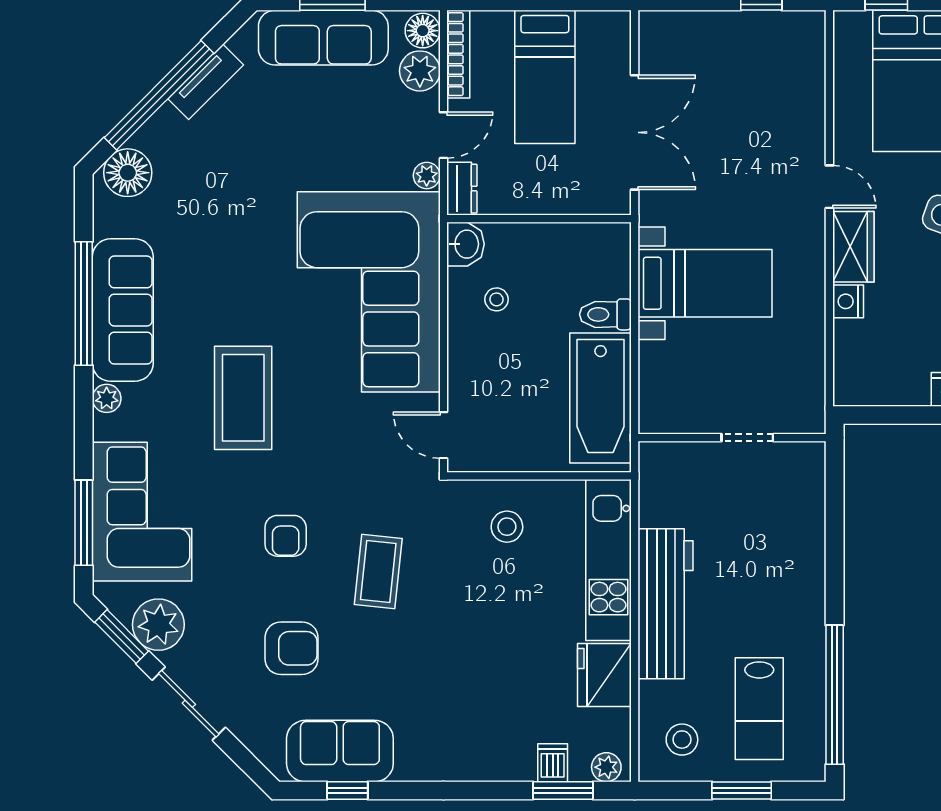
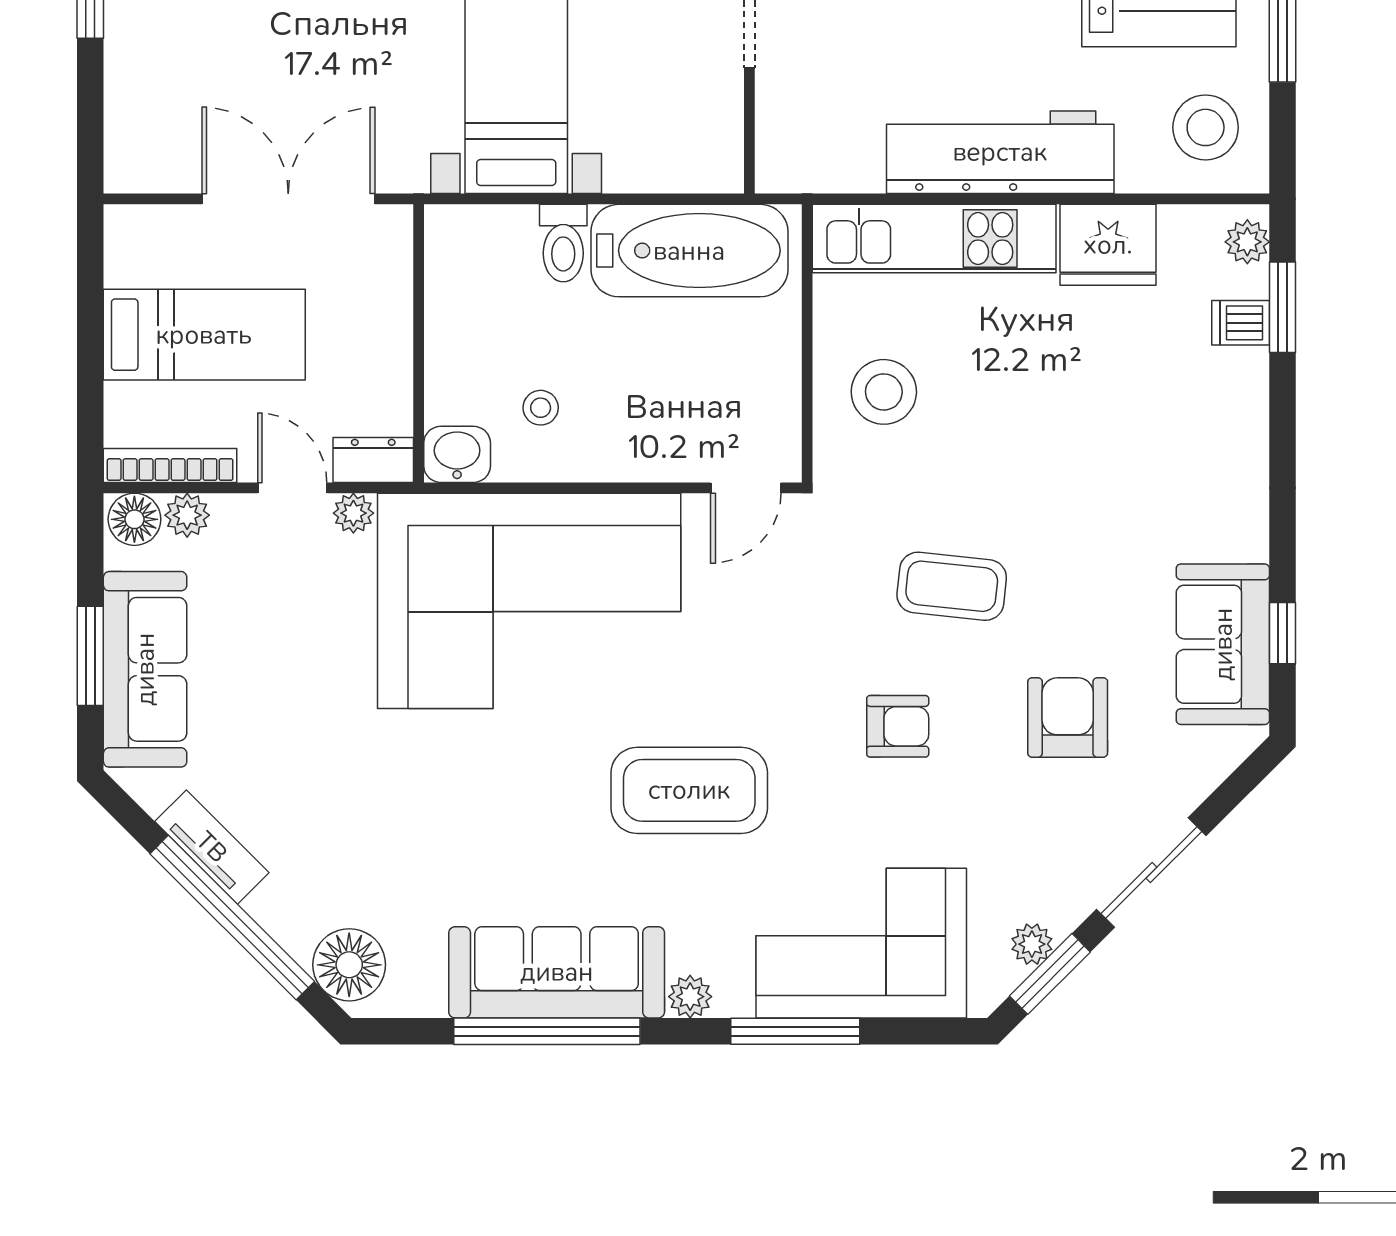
plant: (420, 71) -> (187, 515), width x0.73, depth x0.73
window: (84, 523) -> (795, 1031), moved
stool: (507, 527) -> (884, 392), width x1.38, depth x1.38
plant: (158, 625) -> (1032, 944), width x0.53, depth x0.53
stool: (682, 740) -> (1206, 127), width x1.38, depth x1.38

